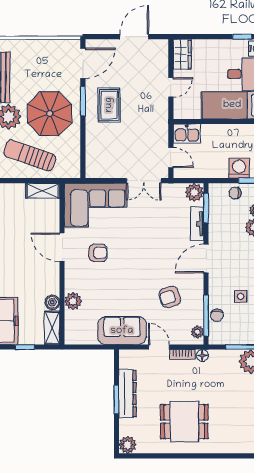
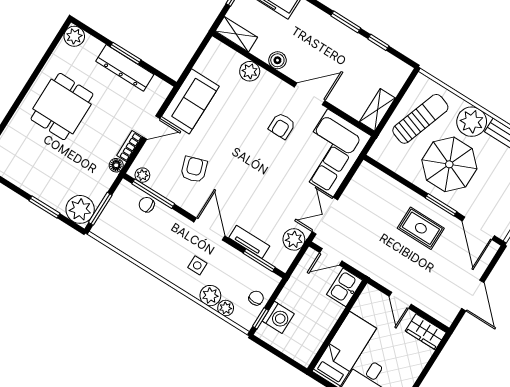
plant: (194, 192) -> (294, 239), moved
side table: (240, 296) -> (197, 265), moved
boiler: (52, 302) -> (277, 60), moved

